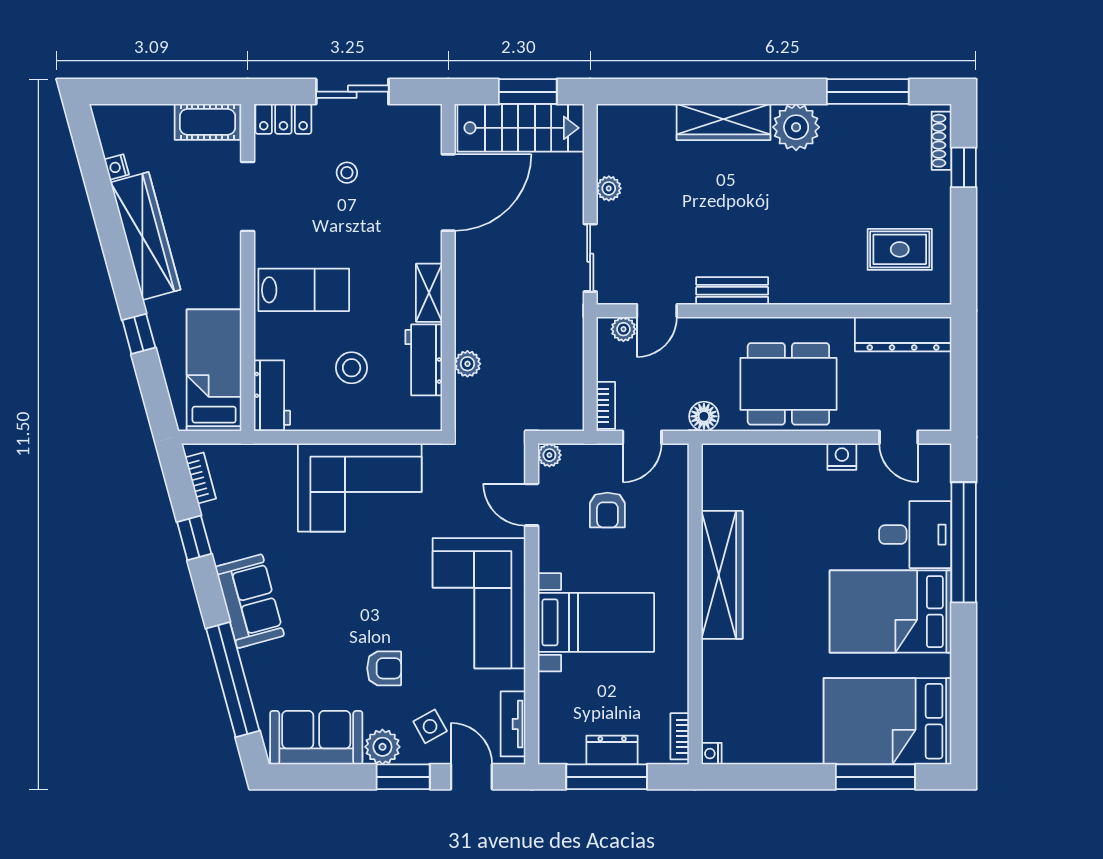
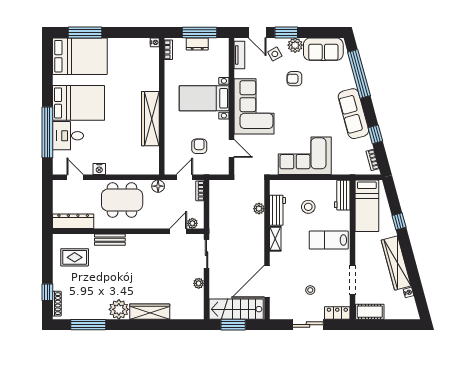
bench: (732, 291) -> (110, 240), moved
plant: (549, 455) -> (224, 170), removed
sofa: (250, 601) -> (353, 114), width x1.36

